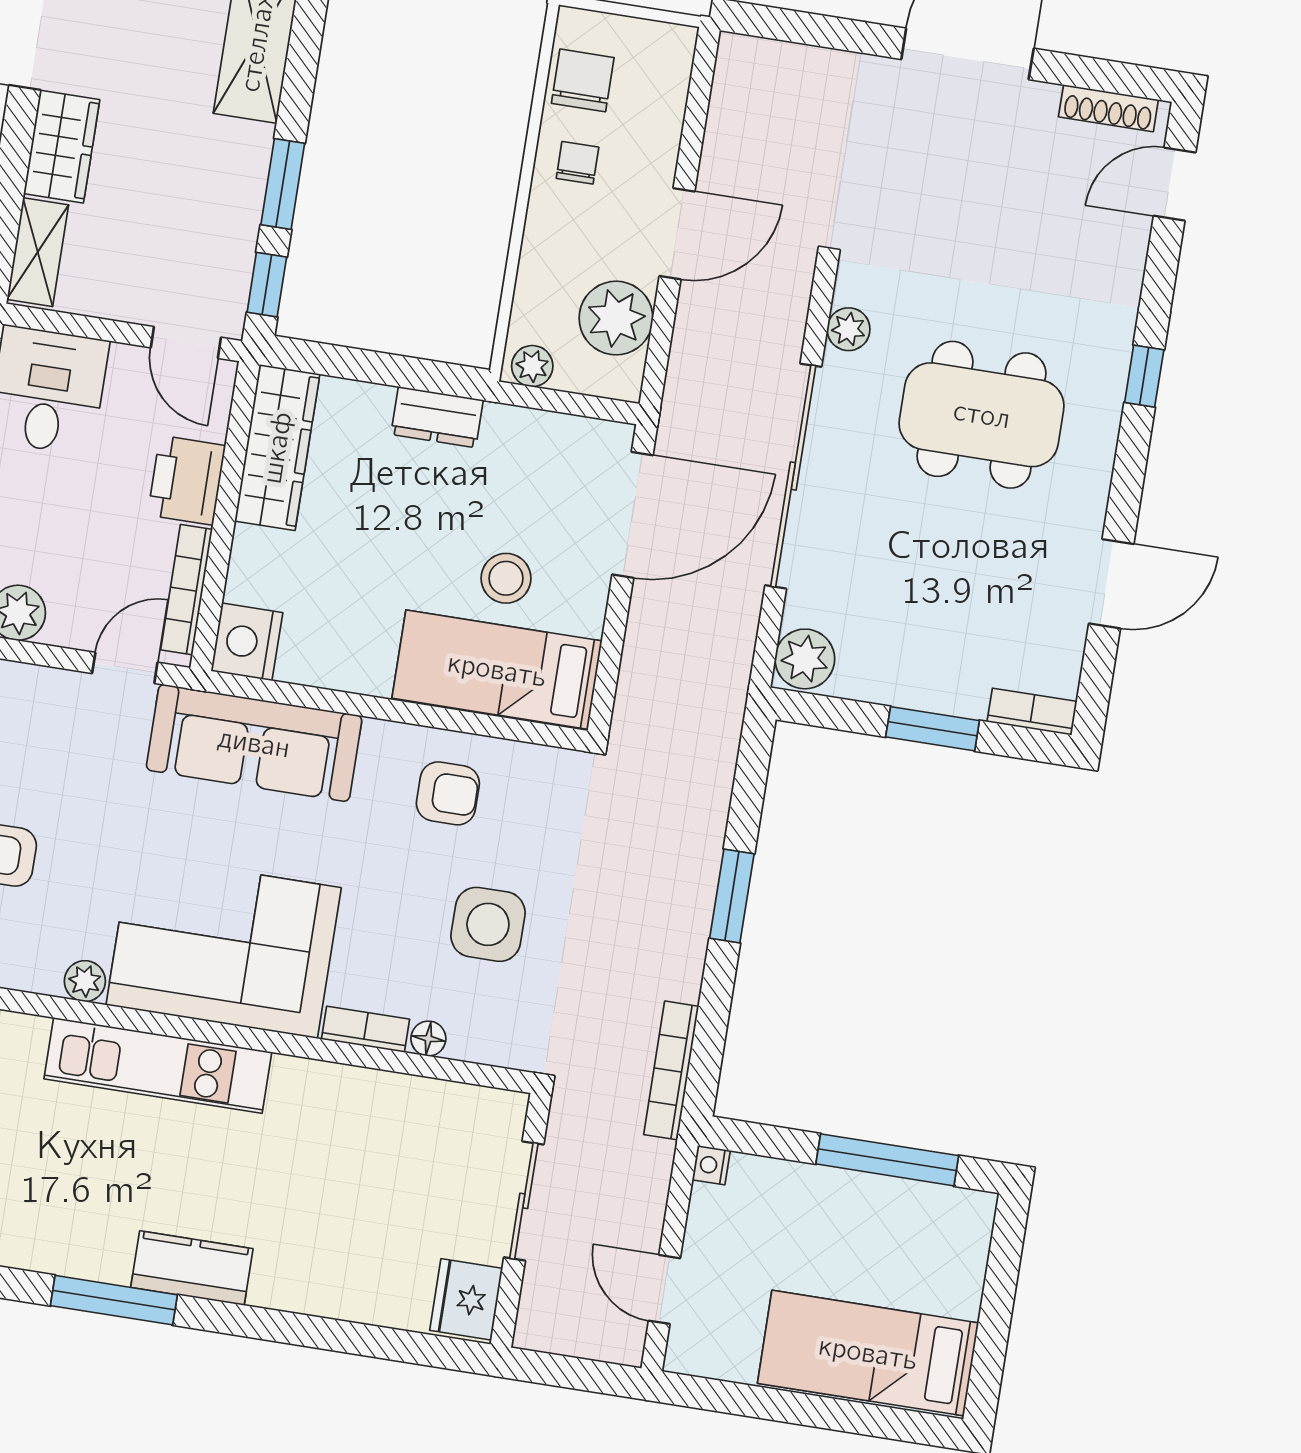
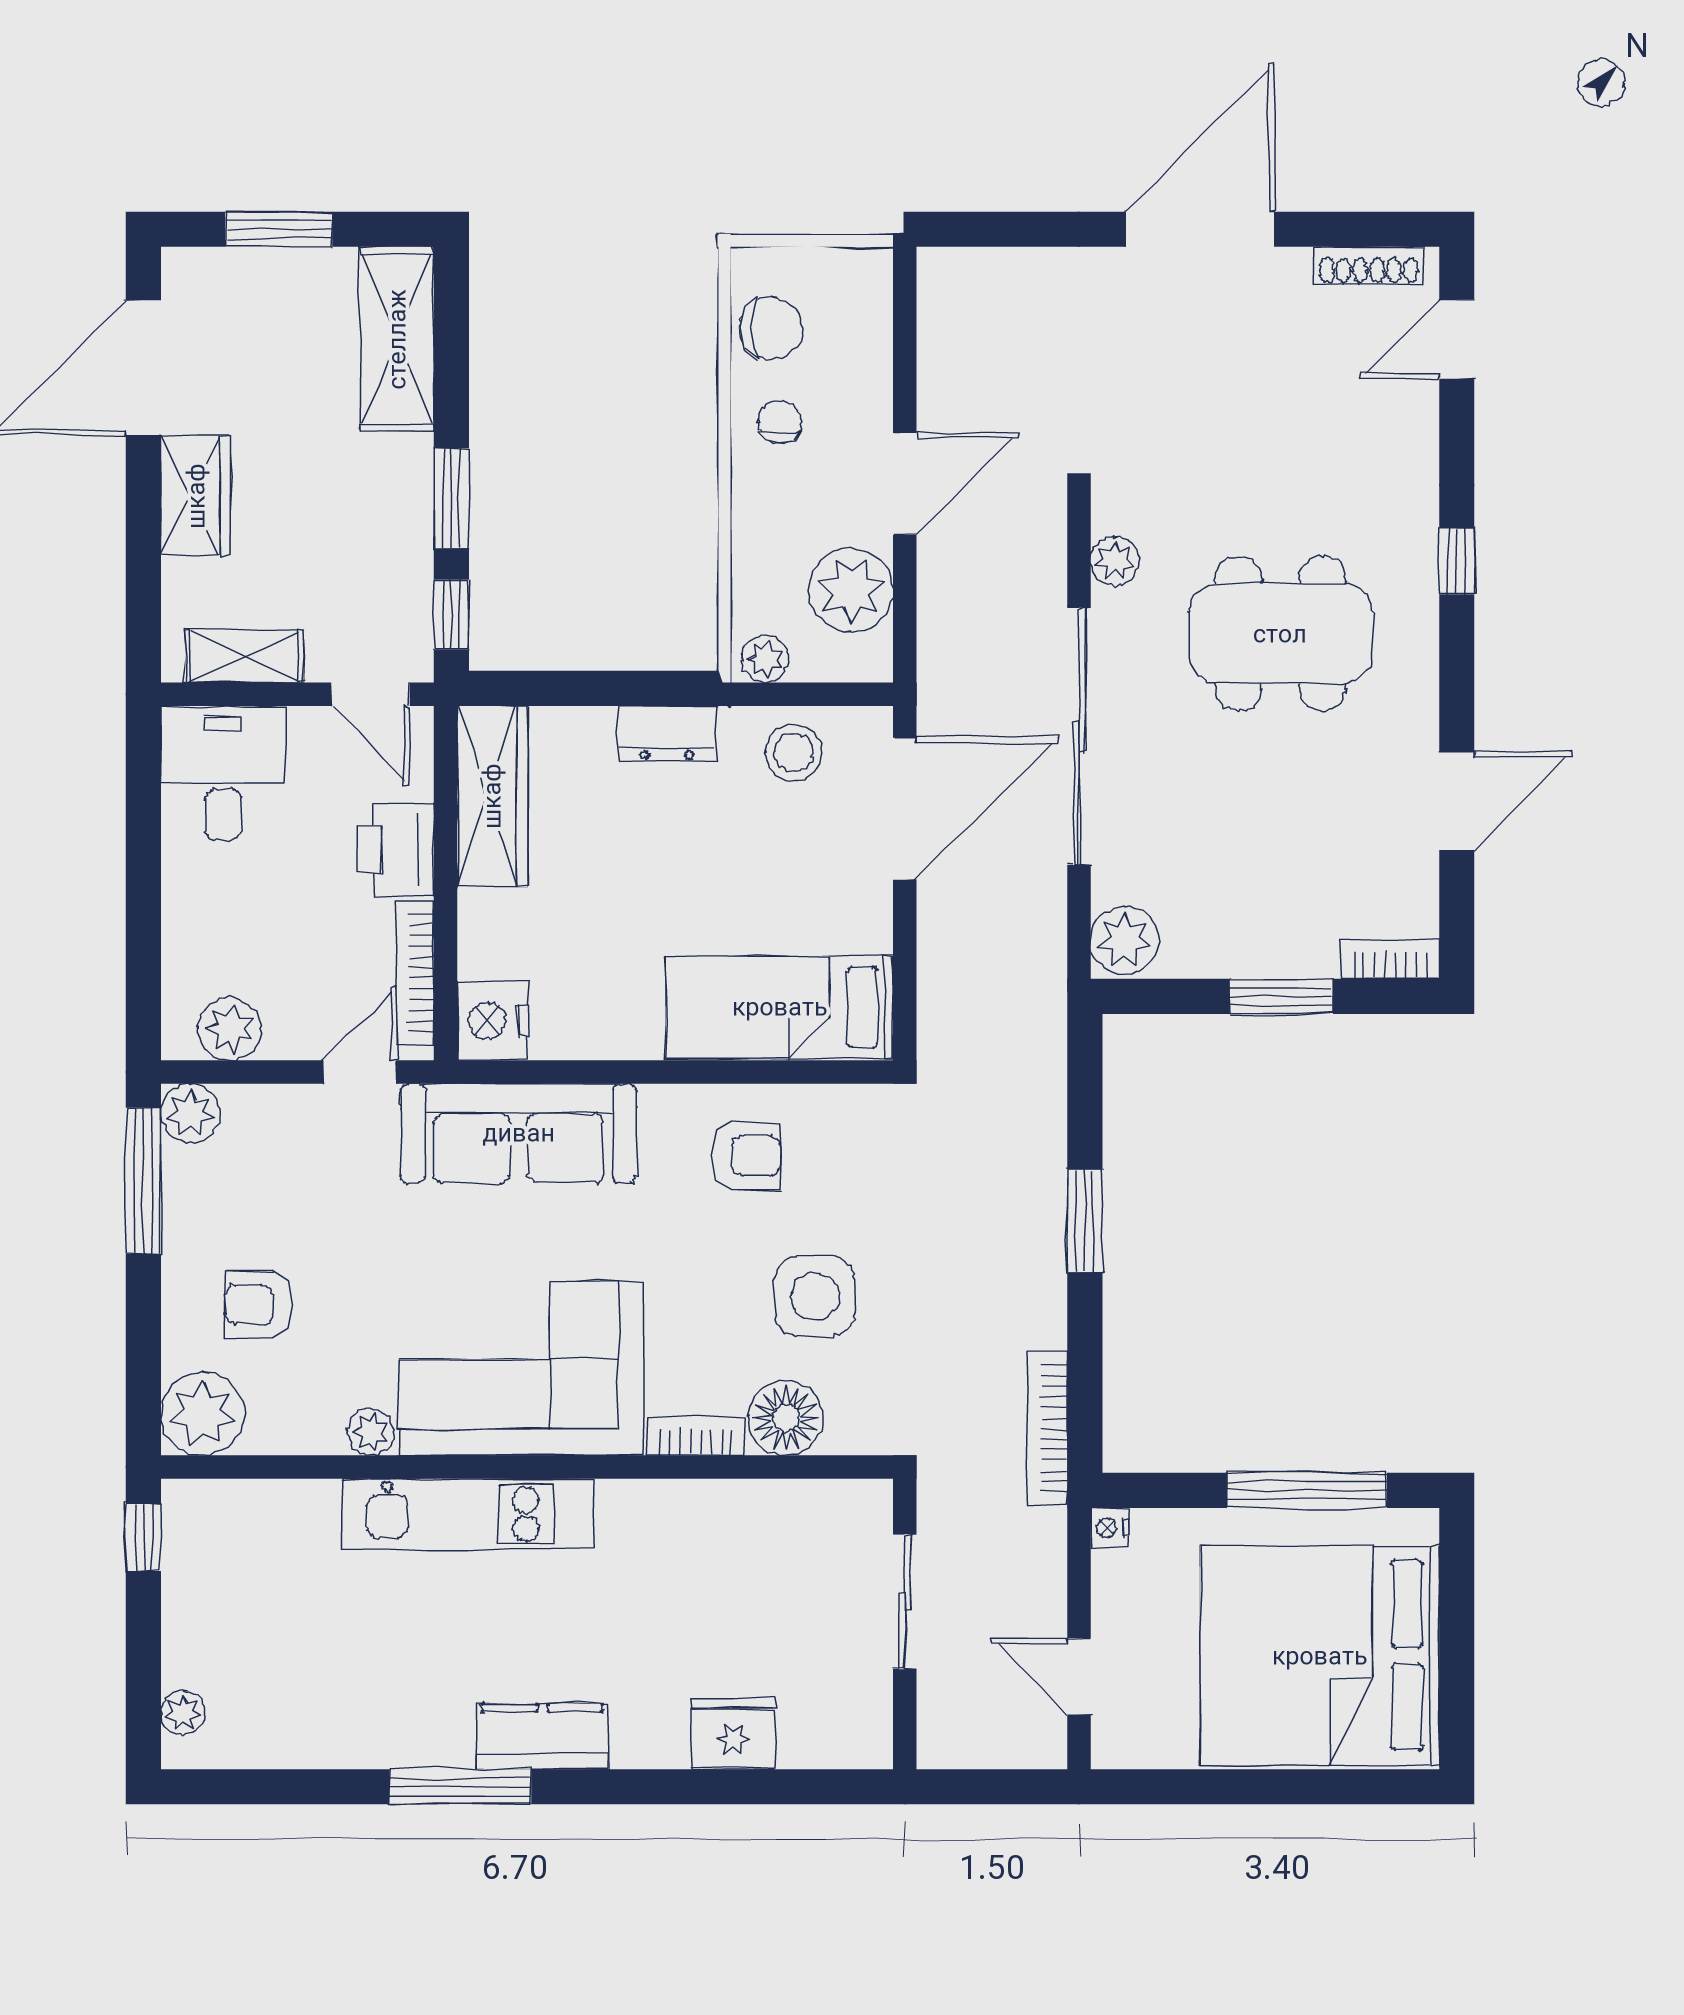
chair: (583, 80) -> (771, 328), turned 90
shelving: (38, 252) -> (245, 656), moved, turned 90
stool: (506, 578) -> (794, 753), moved
floor lamp: (428, 1039) -> (786, 1418), width x1.89, depth x1.89
fridge: (466, 1299) -> (733, 1734), moved, turned 90
bed: (868, 1353) -> (1320, 1656), width x2.04

